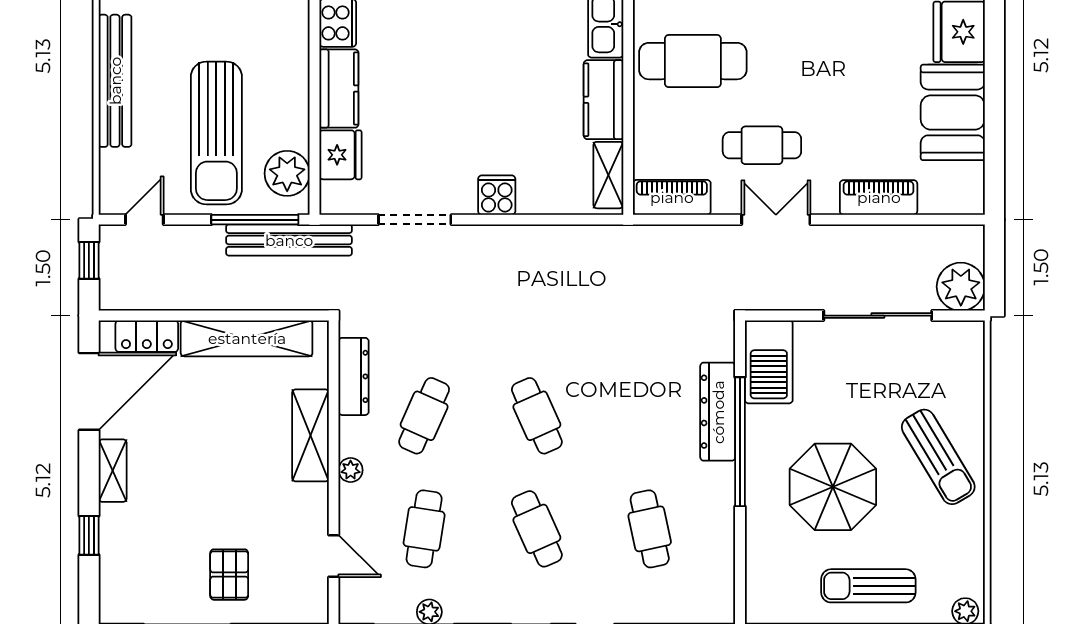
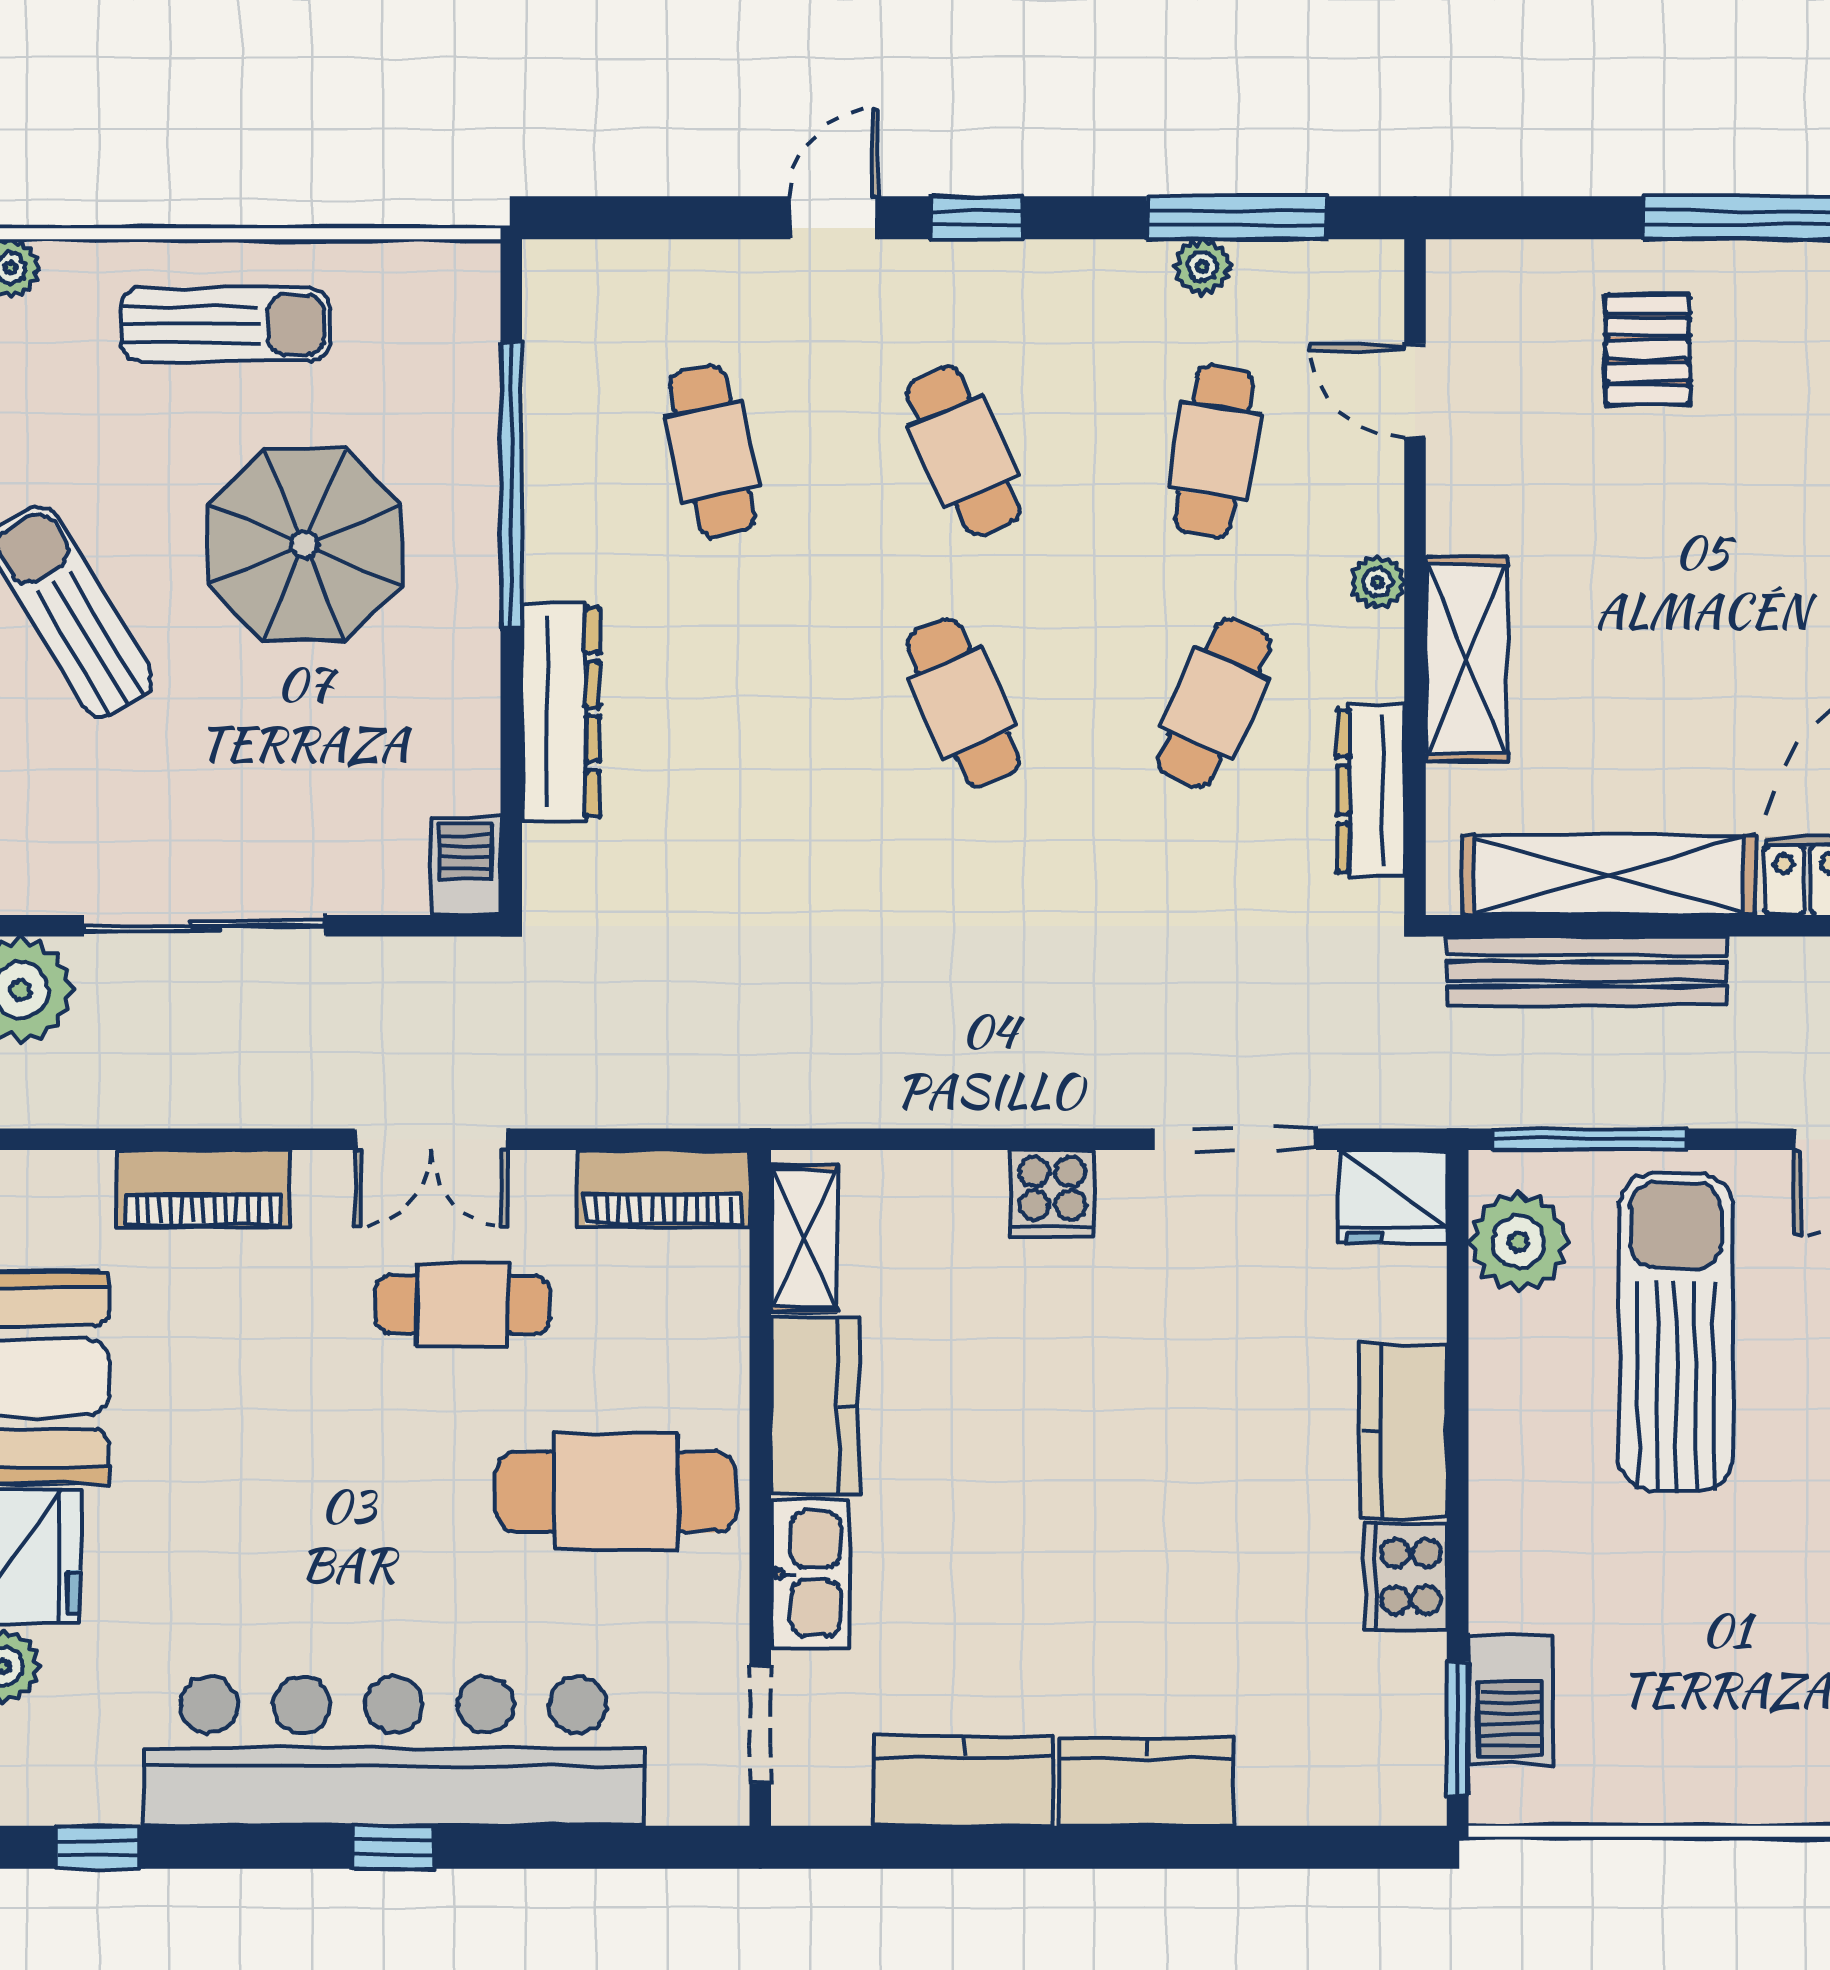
fridge: (340, 155) -> (1392, 1197), moved, turned -90
bench: (289, 240) -> (1587, 971), moved
barbecue: (769, 362) -> (466, 866), width x0.53, depth x0.65
window: (740, 442) -> (511, 485), moved

